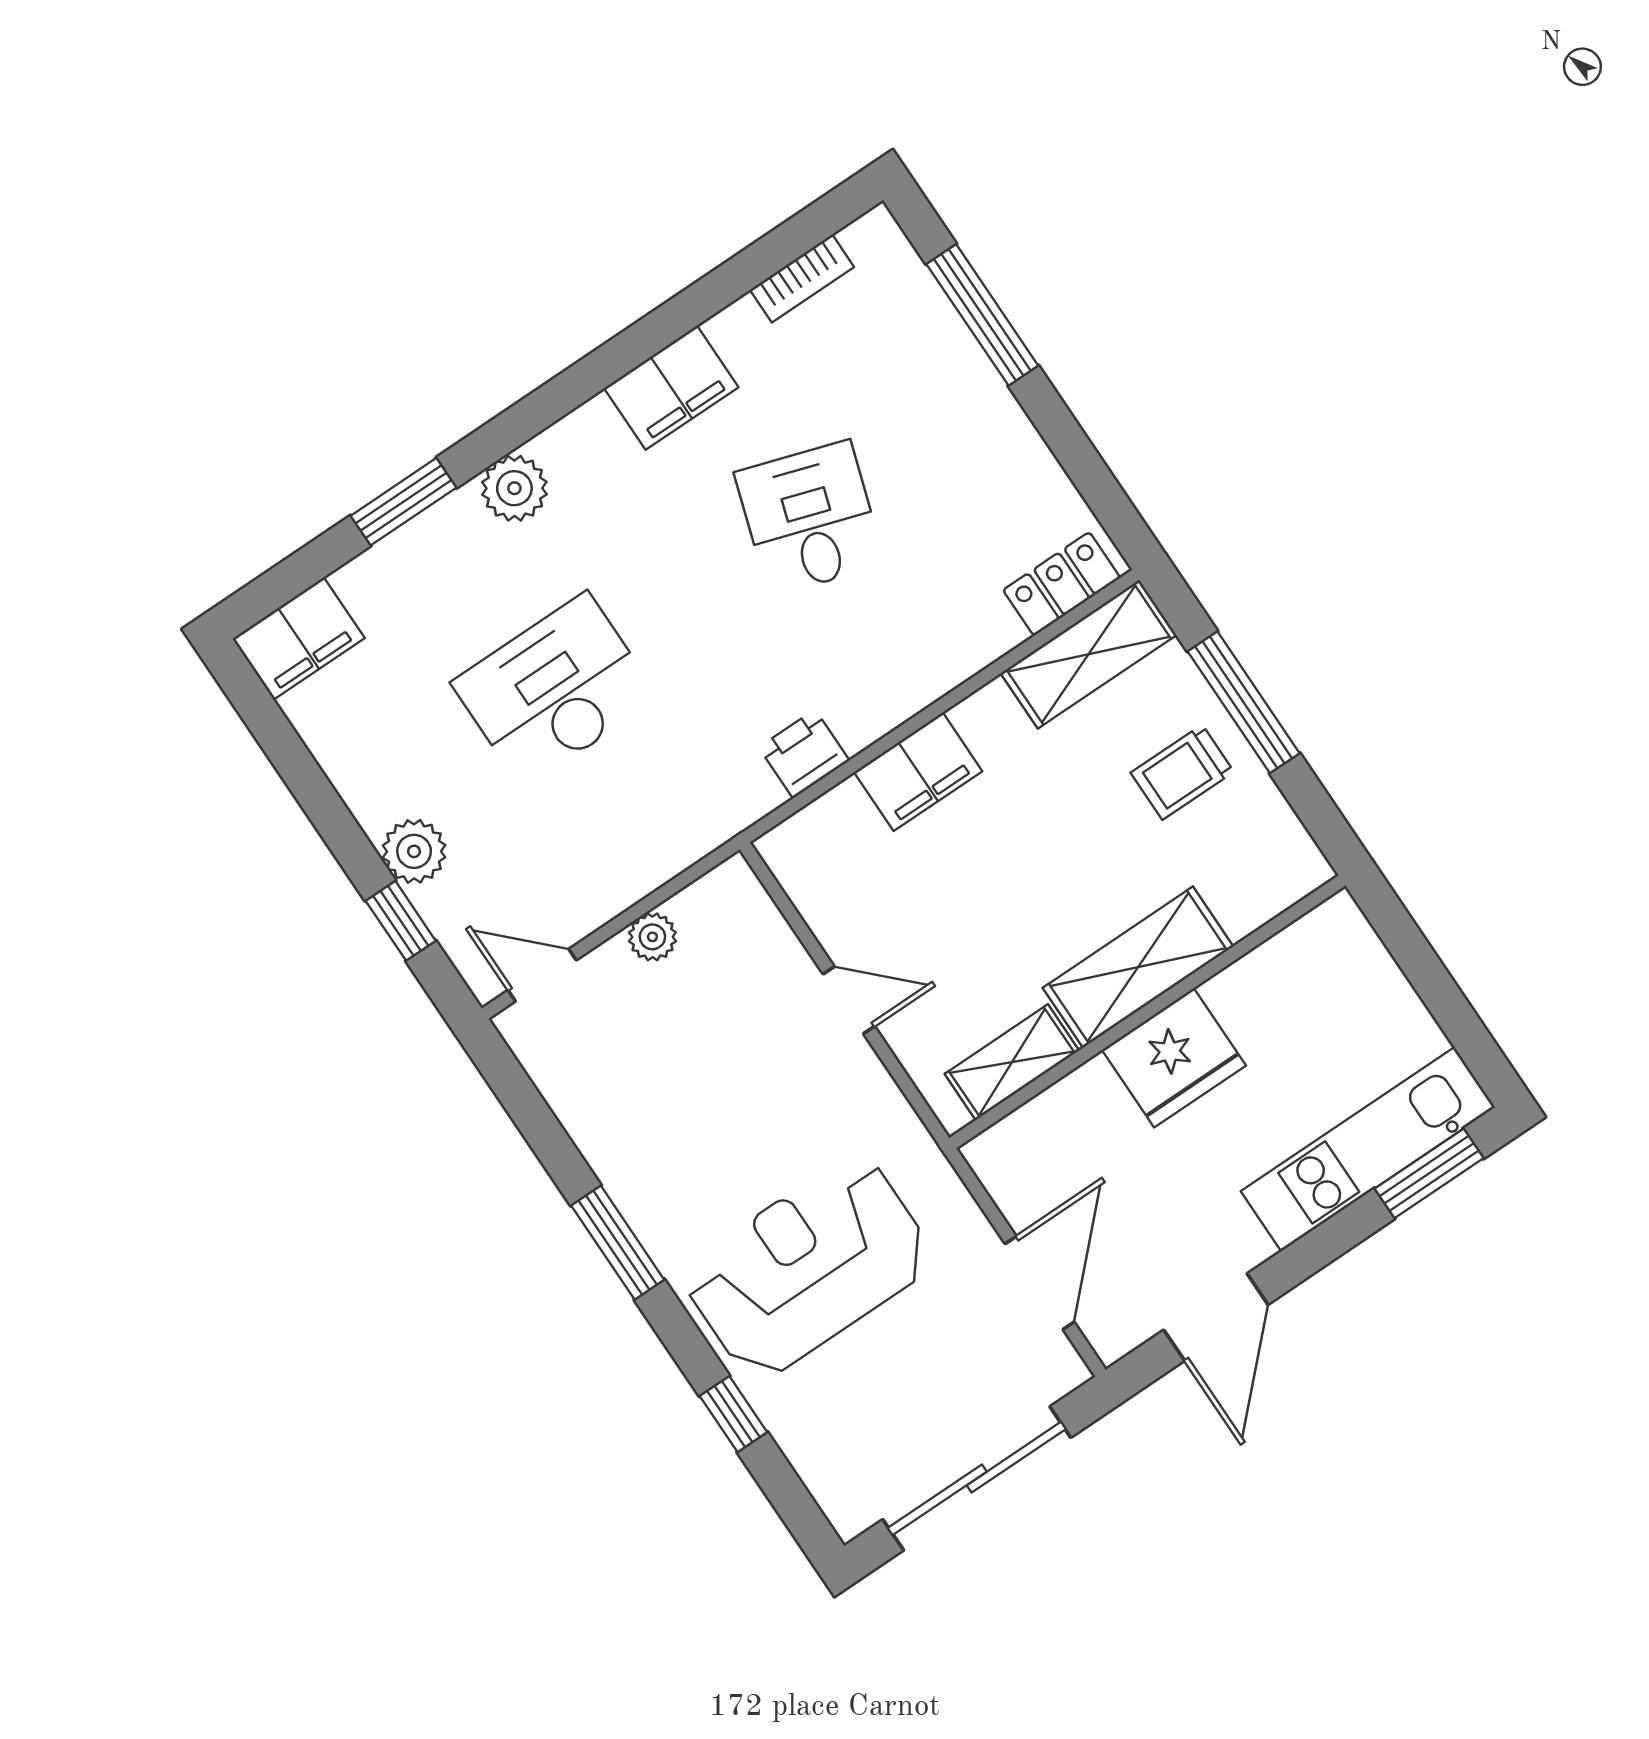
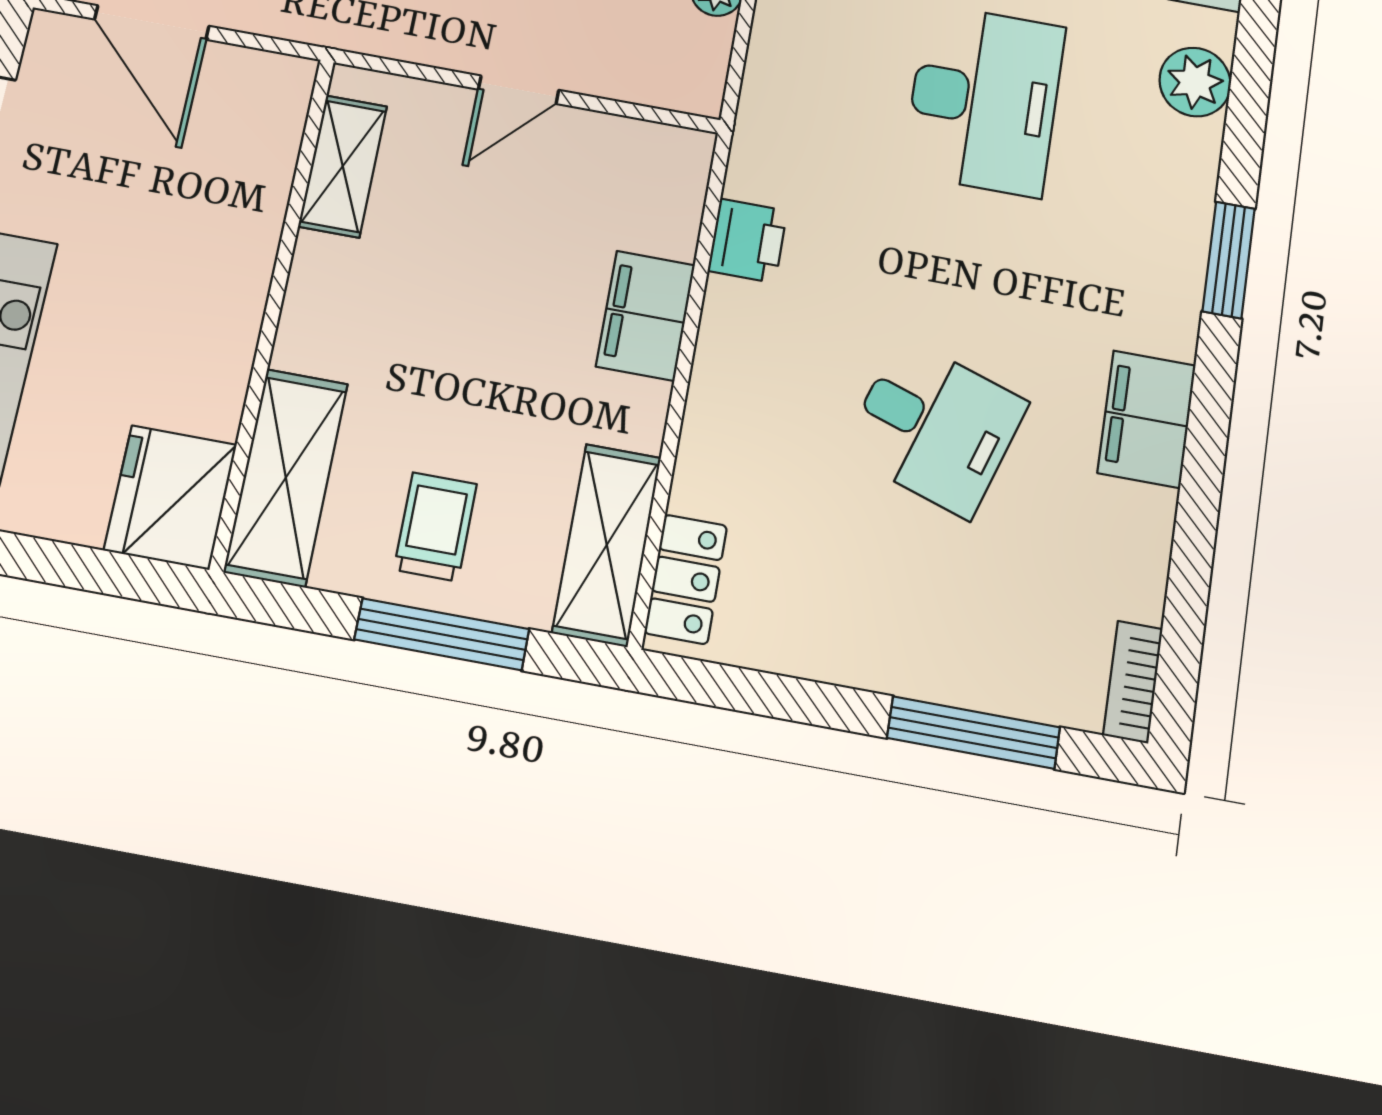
bookcase: (802, 278) -> (1133, 682), moved
plant: (514, 488) -> (1195, 82), moved
window: (403, 502) -> (1229, 260), moved
shelving: (1138, 967) -> (286, 478), moved
fridge: (1174, 1058) -> (171, 497), moved

